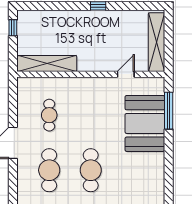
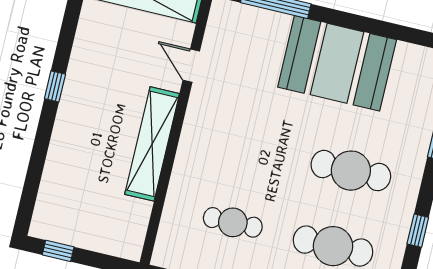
shelving: (47, 63) -> (152, 144), moved
booth: (145, 123) -> (337, 63), moved

